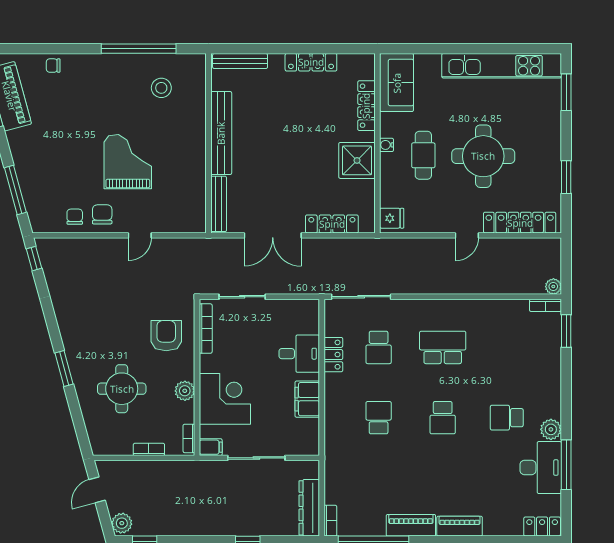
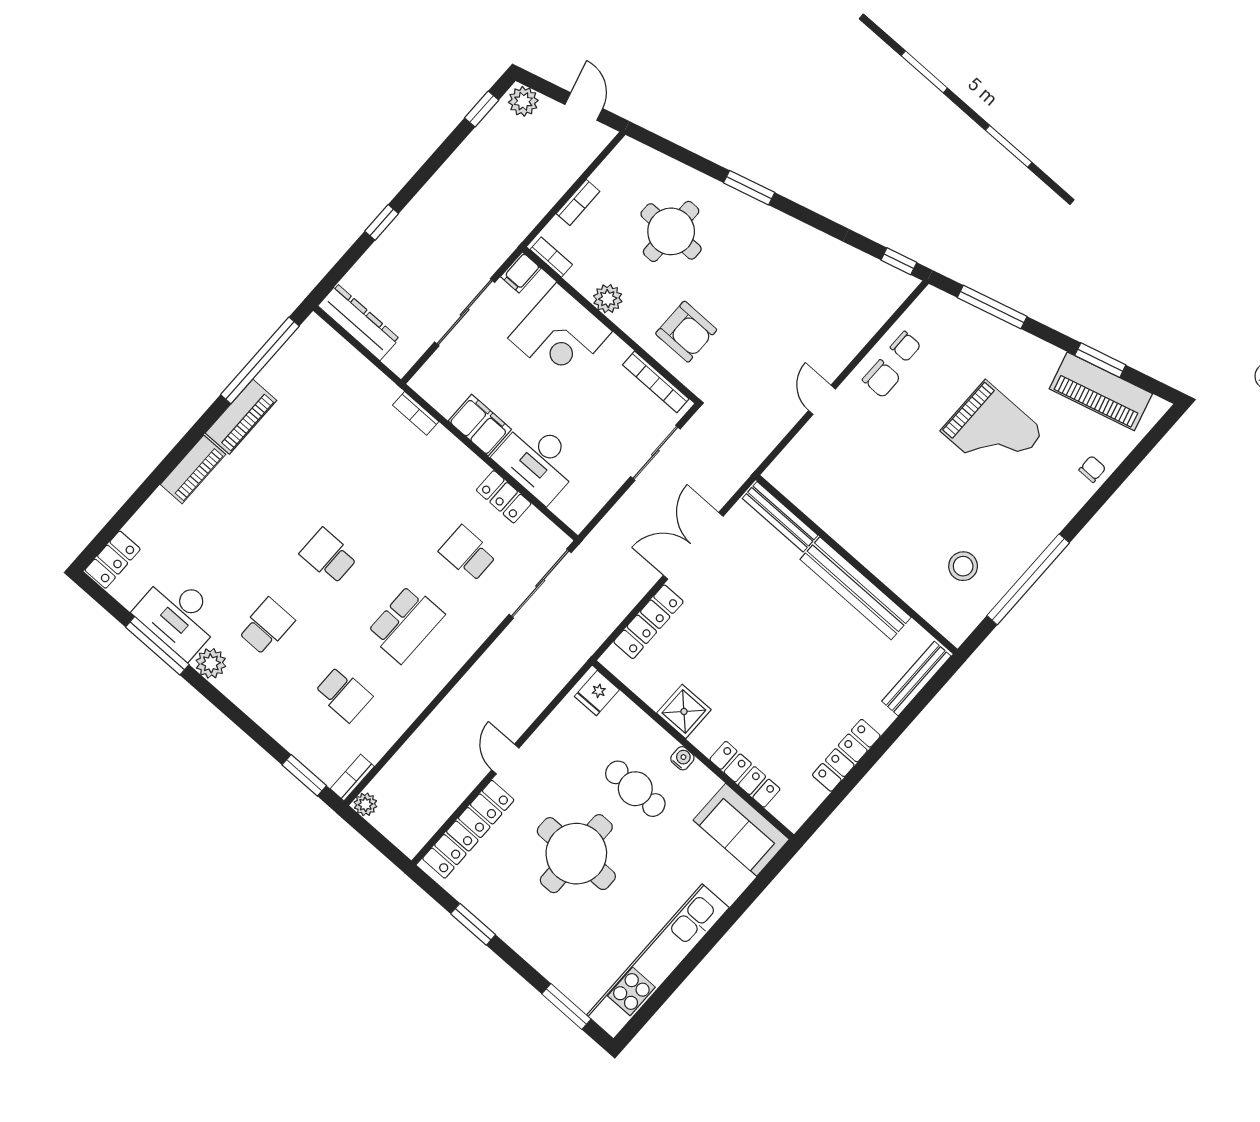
shower: (357, 160) -> (684, 711), width x0.73, depth x0.73
grand piano: (128, 162) -> (992, 431), moved
desk: (299, 354) -> (538, 460), width x1.37
school desk: (379, 418) -> (344, 694), moved
bookcase: (330, 521) -> (416, 413), moved

